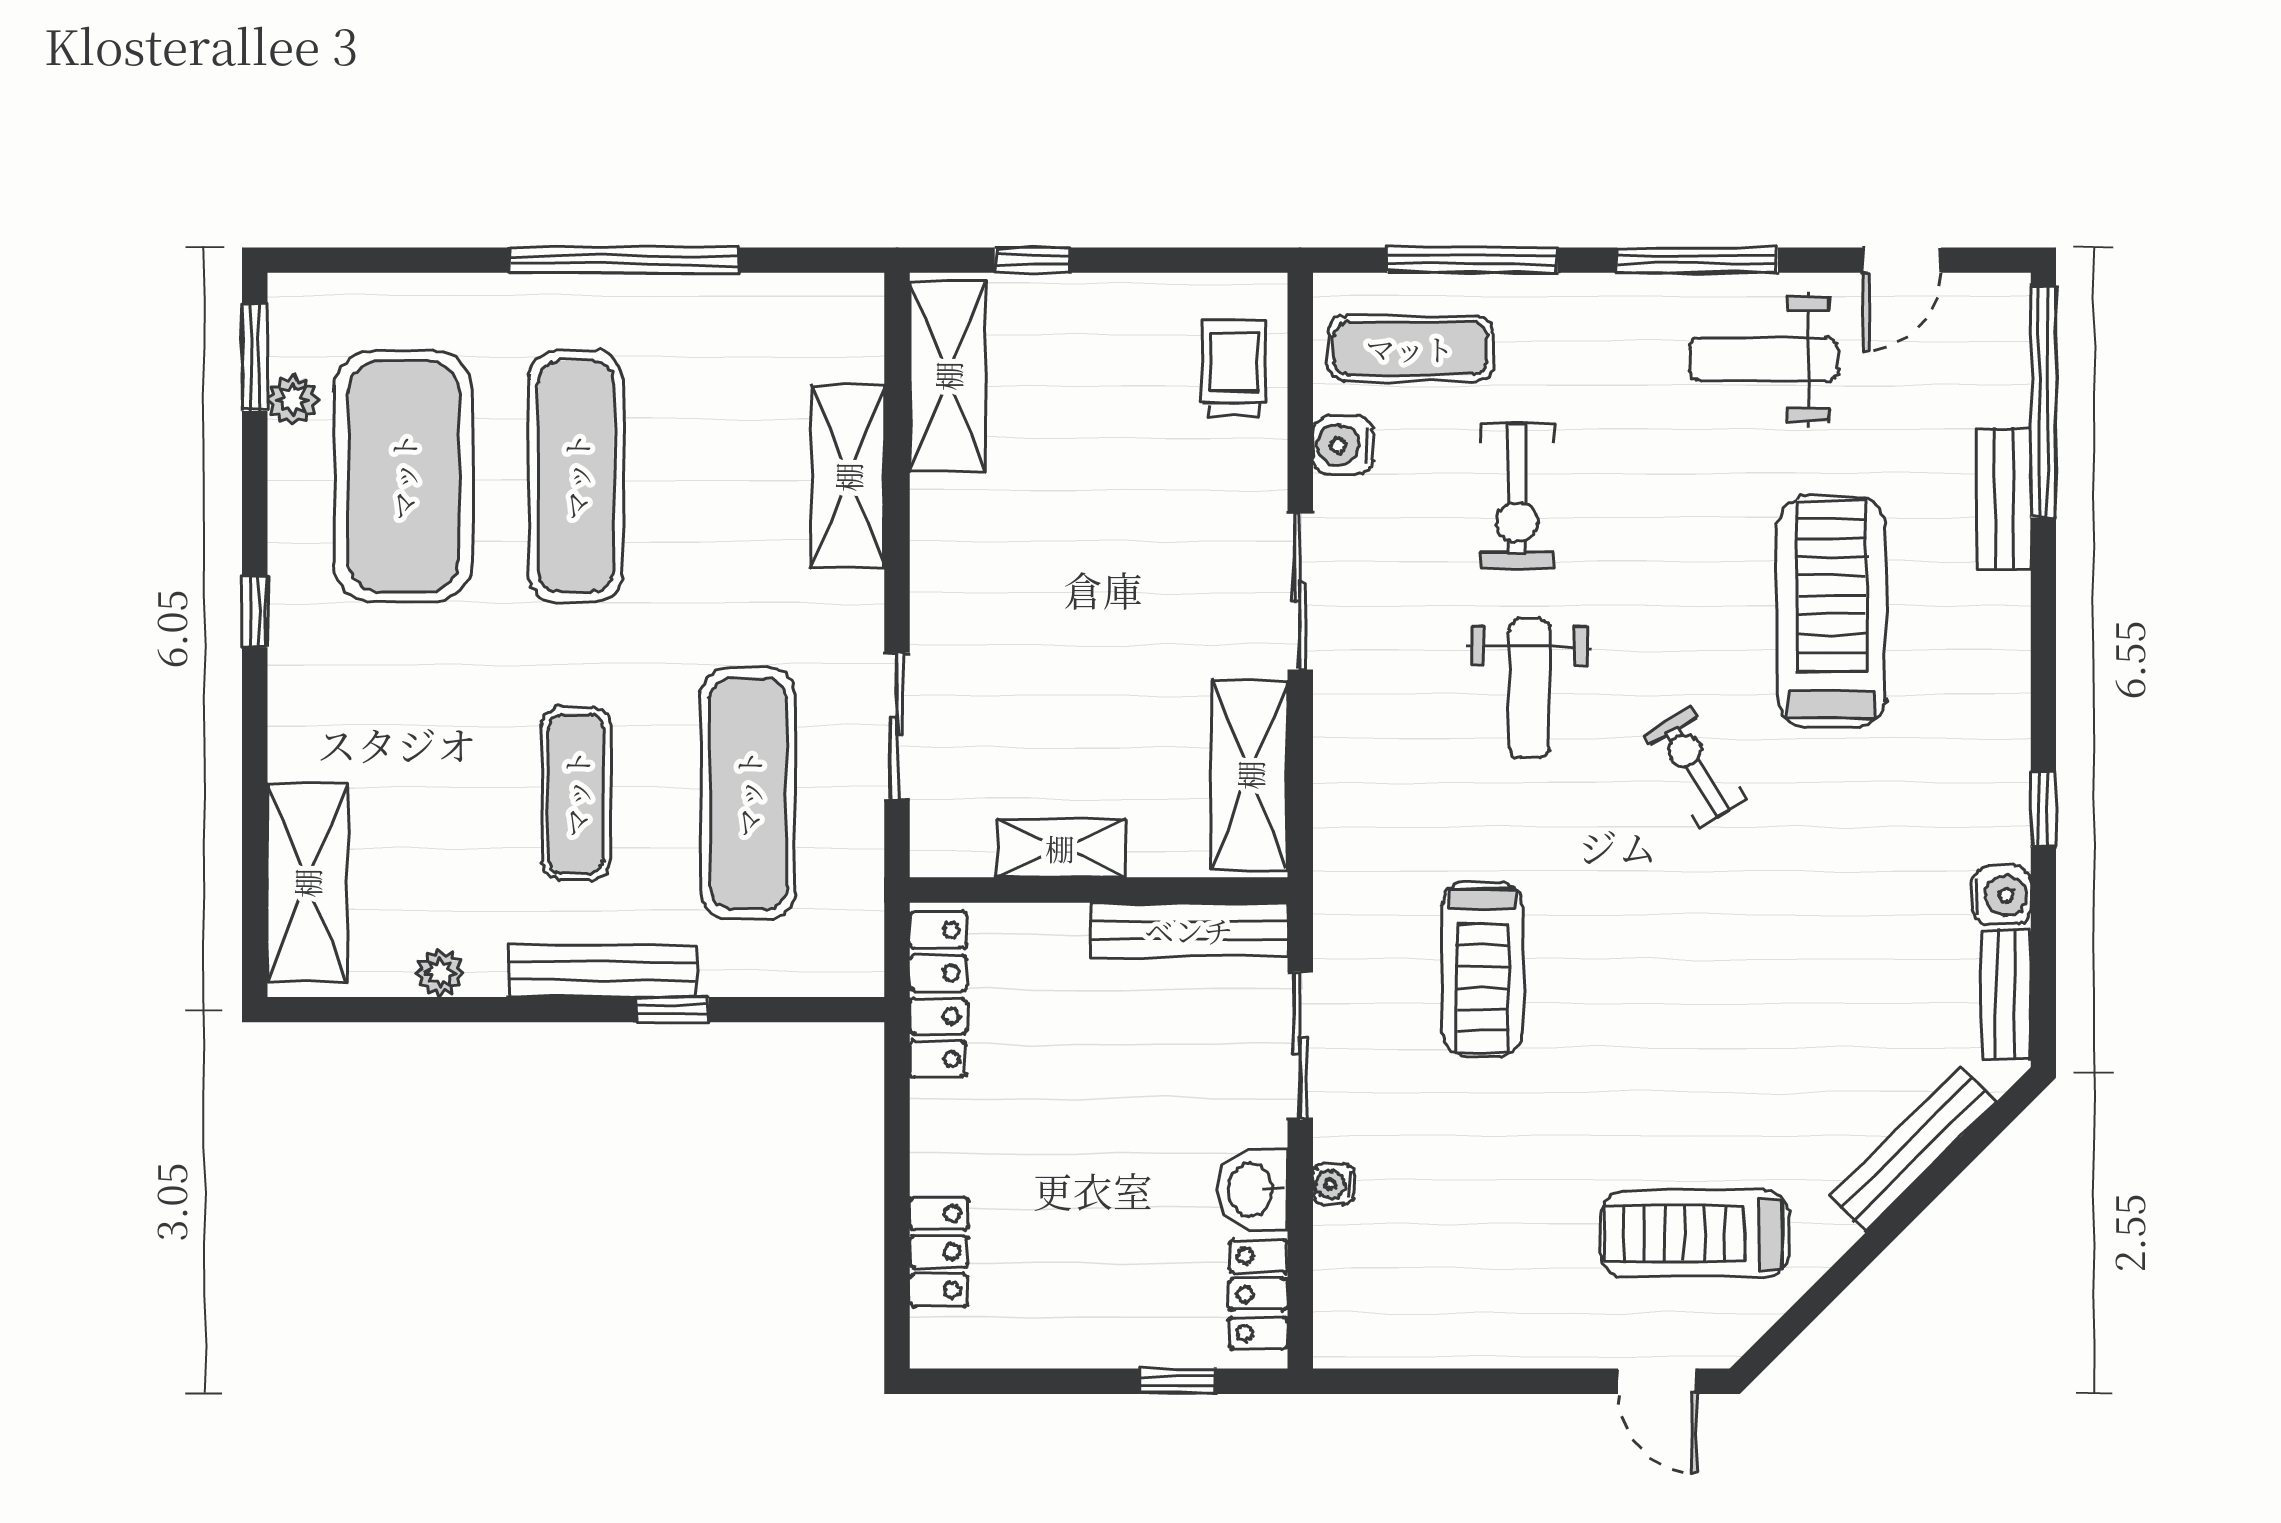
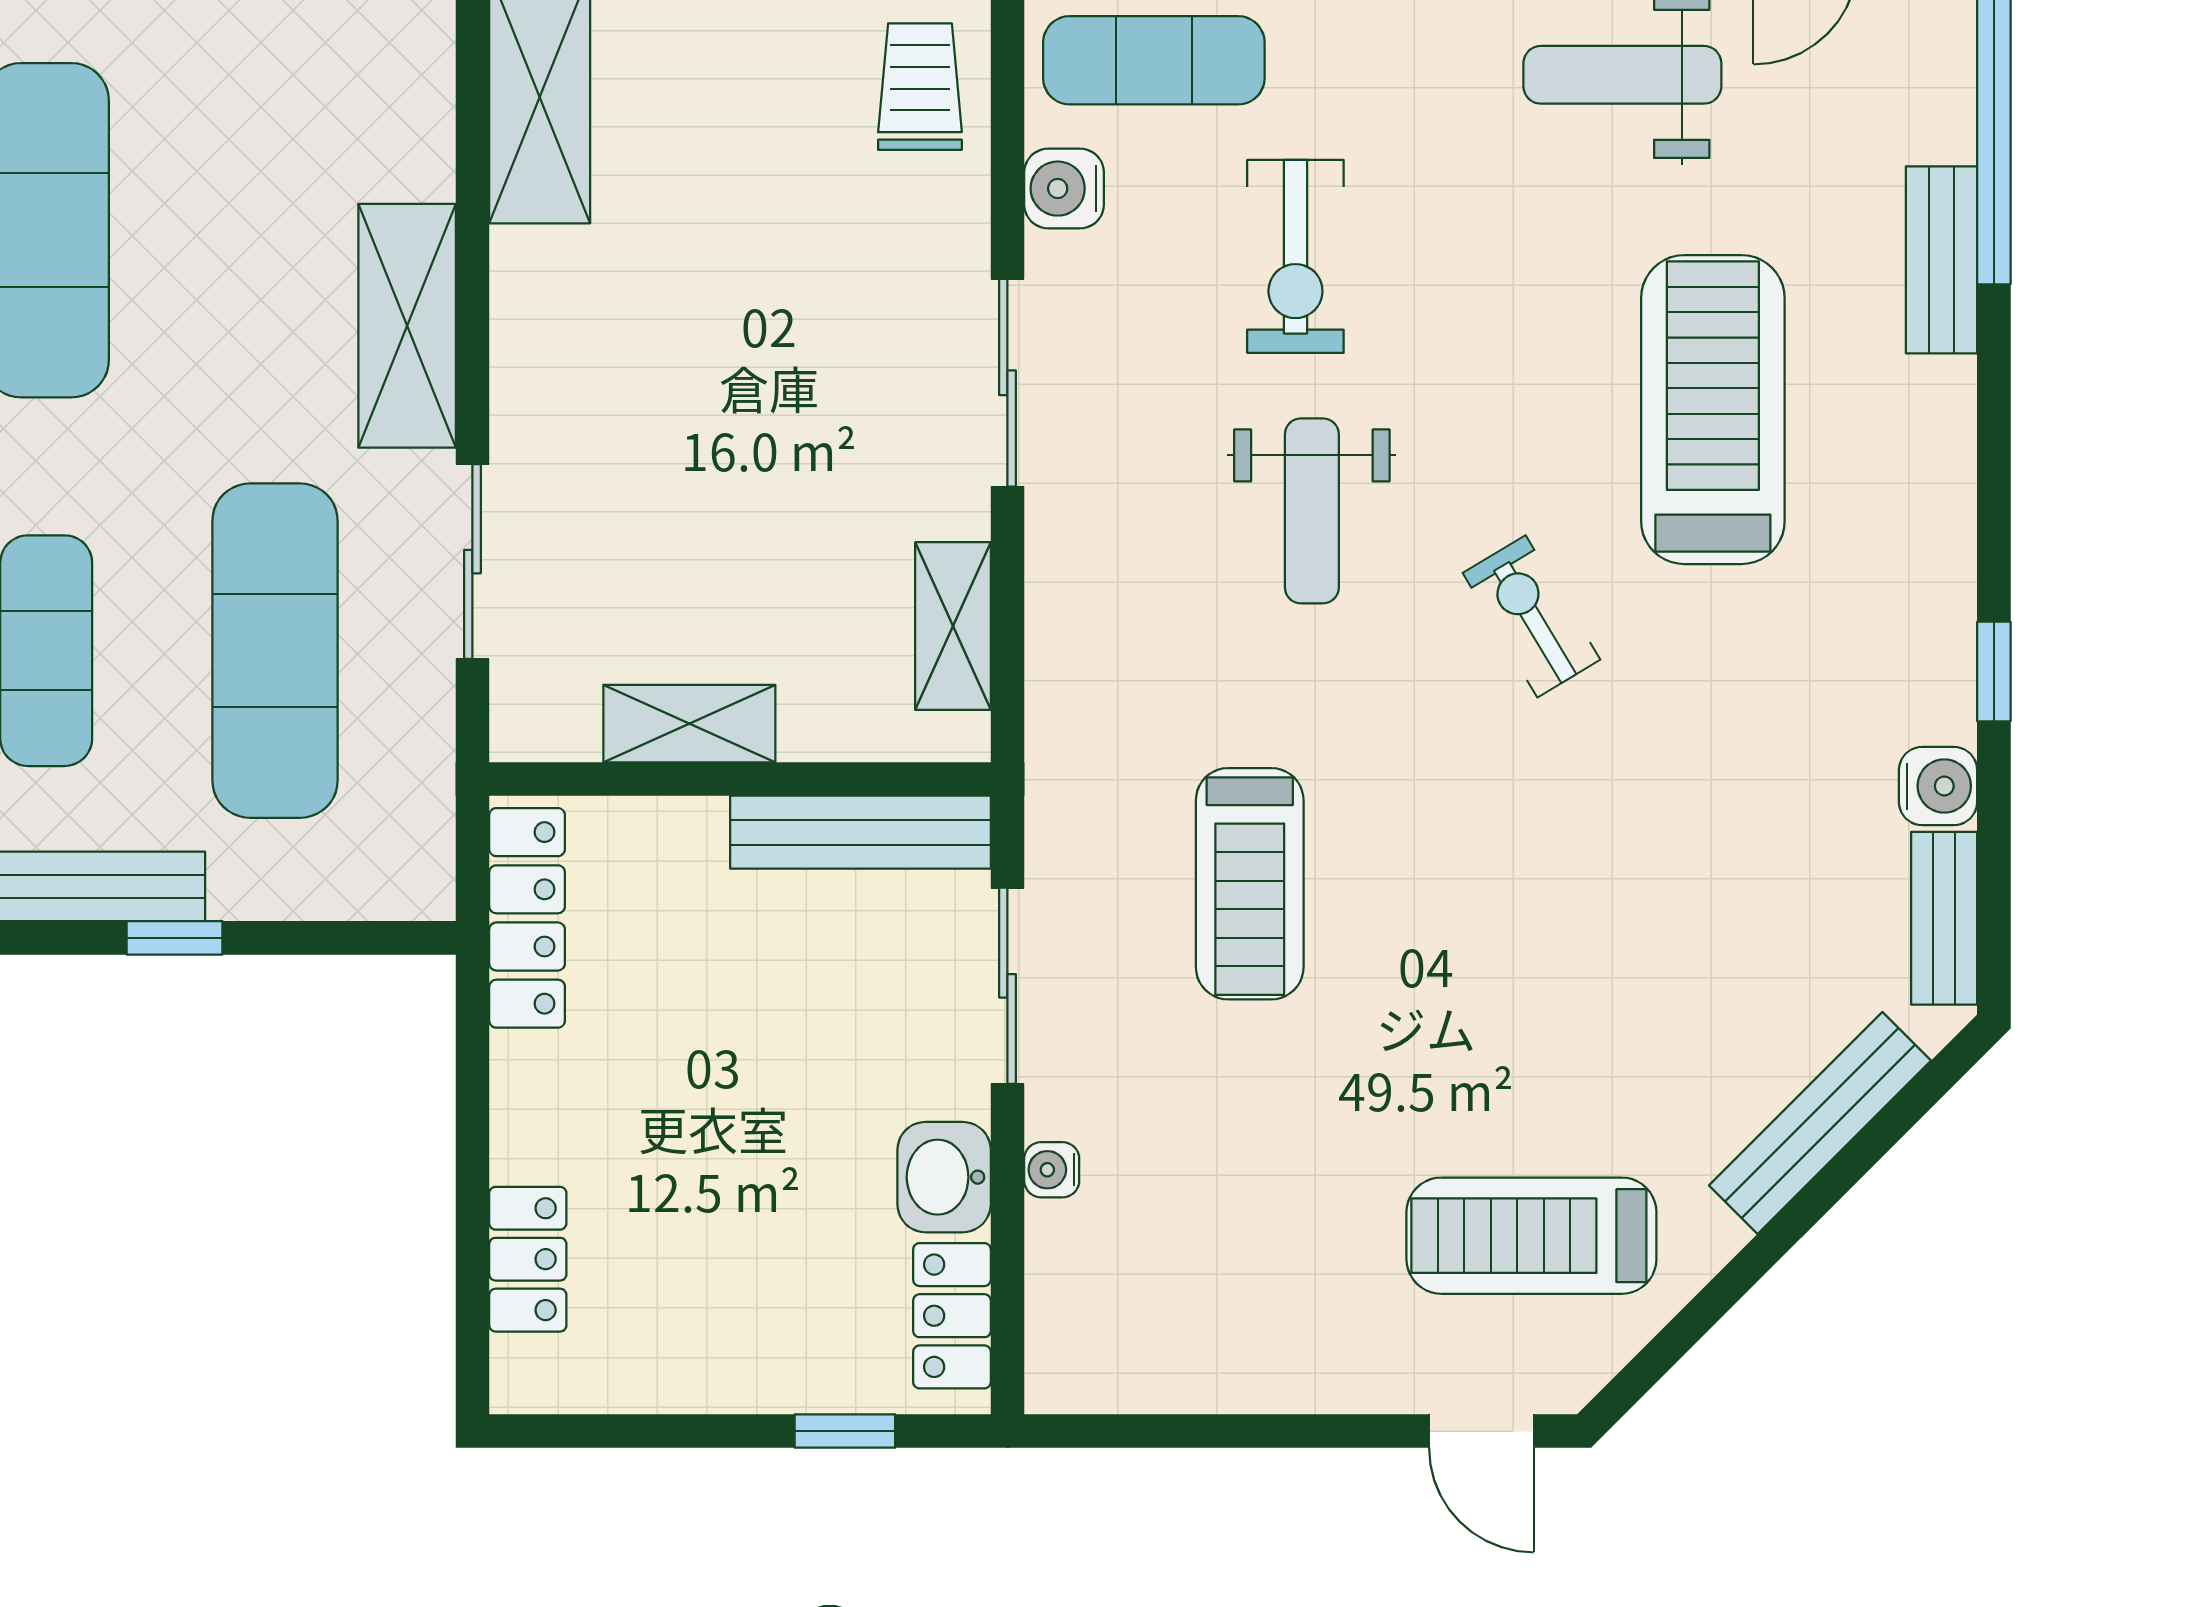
shelving: (848, 477) -> (407, 326), moved
shelving: (1250, 775) -> (953, 626), width x0.67, depth x0.75

